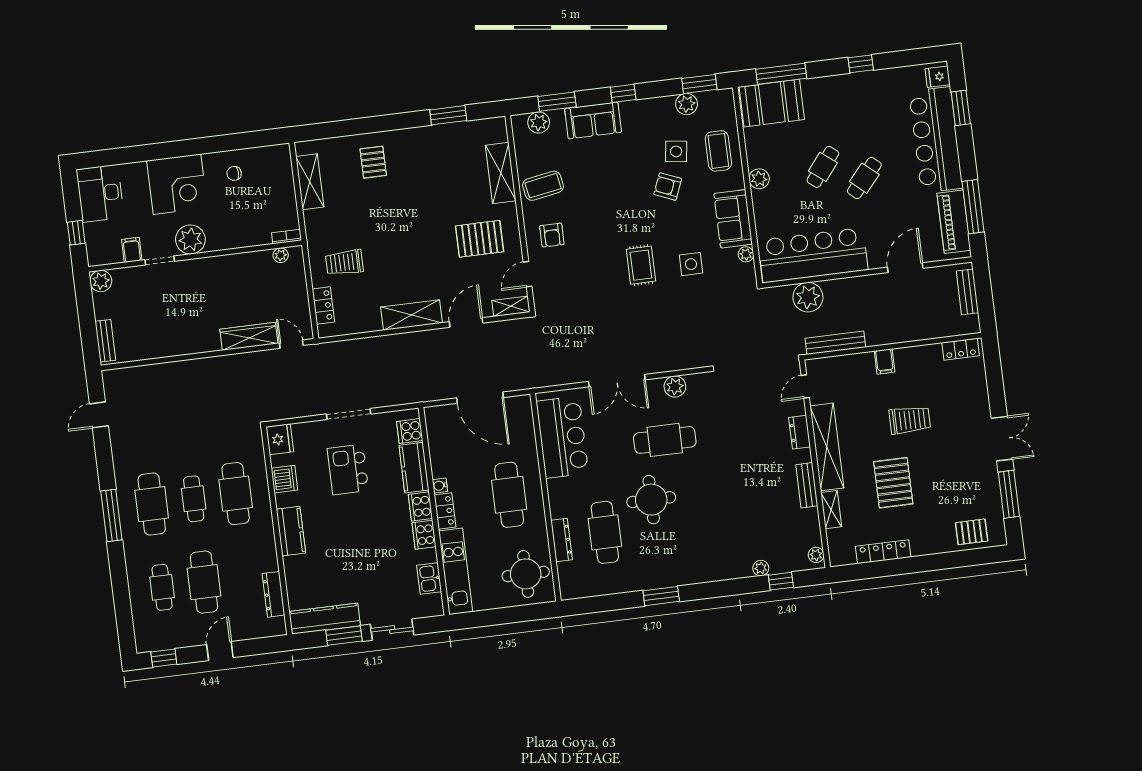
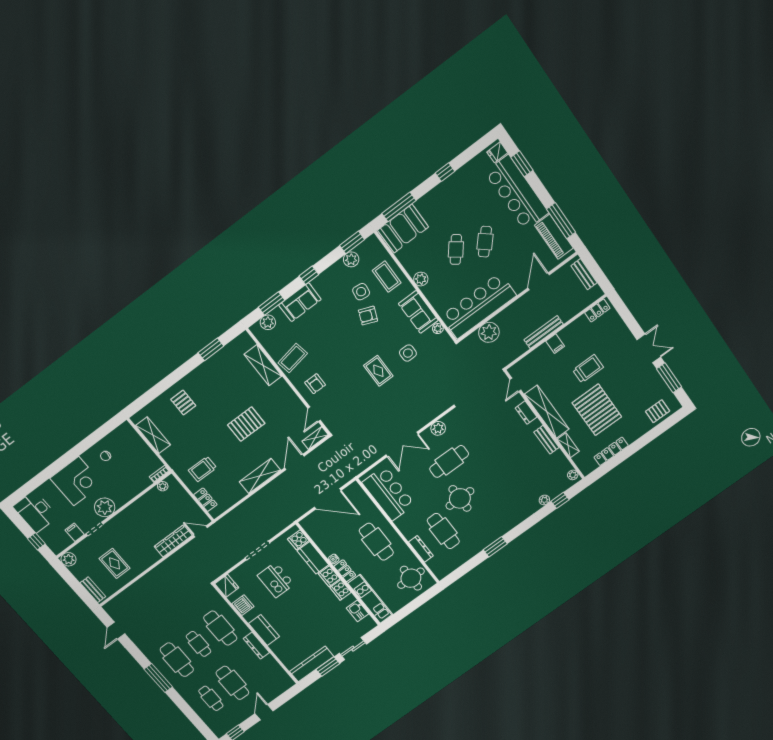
pallet: (480, 239) -> (246, 424), moved
rug: (155, 322) -> (115, 563), added
bench: (835, 343) -> (544, 332), moved
pallet: (893, 483) -> (597, 410), width x1.37, depth x1.41
dresser: (273, 594) -> (256, 646), moved

